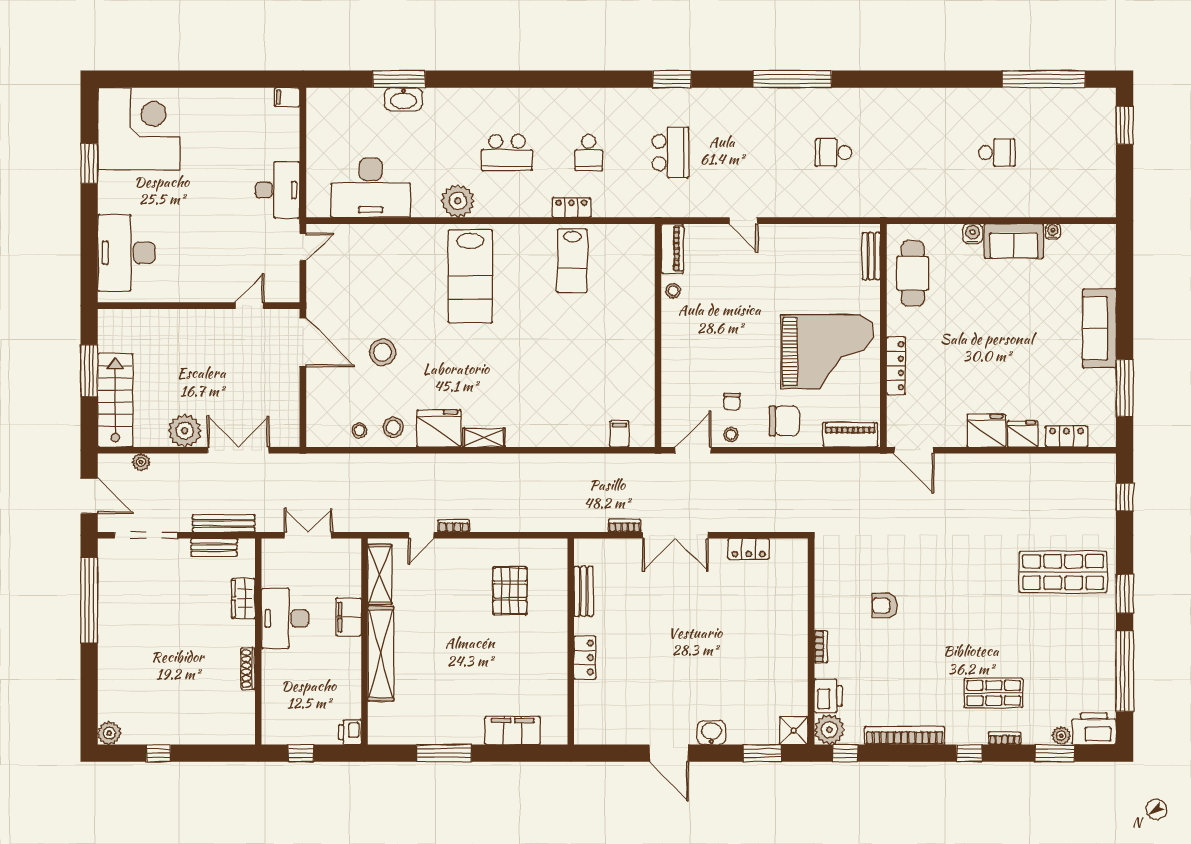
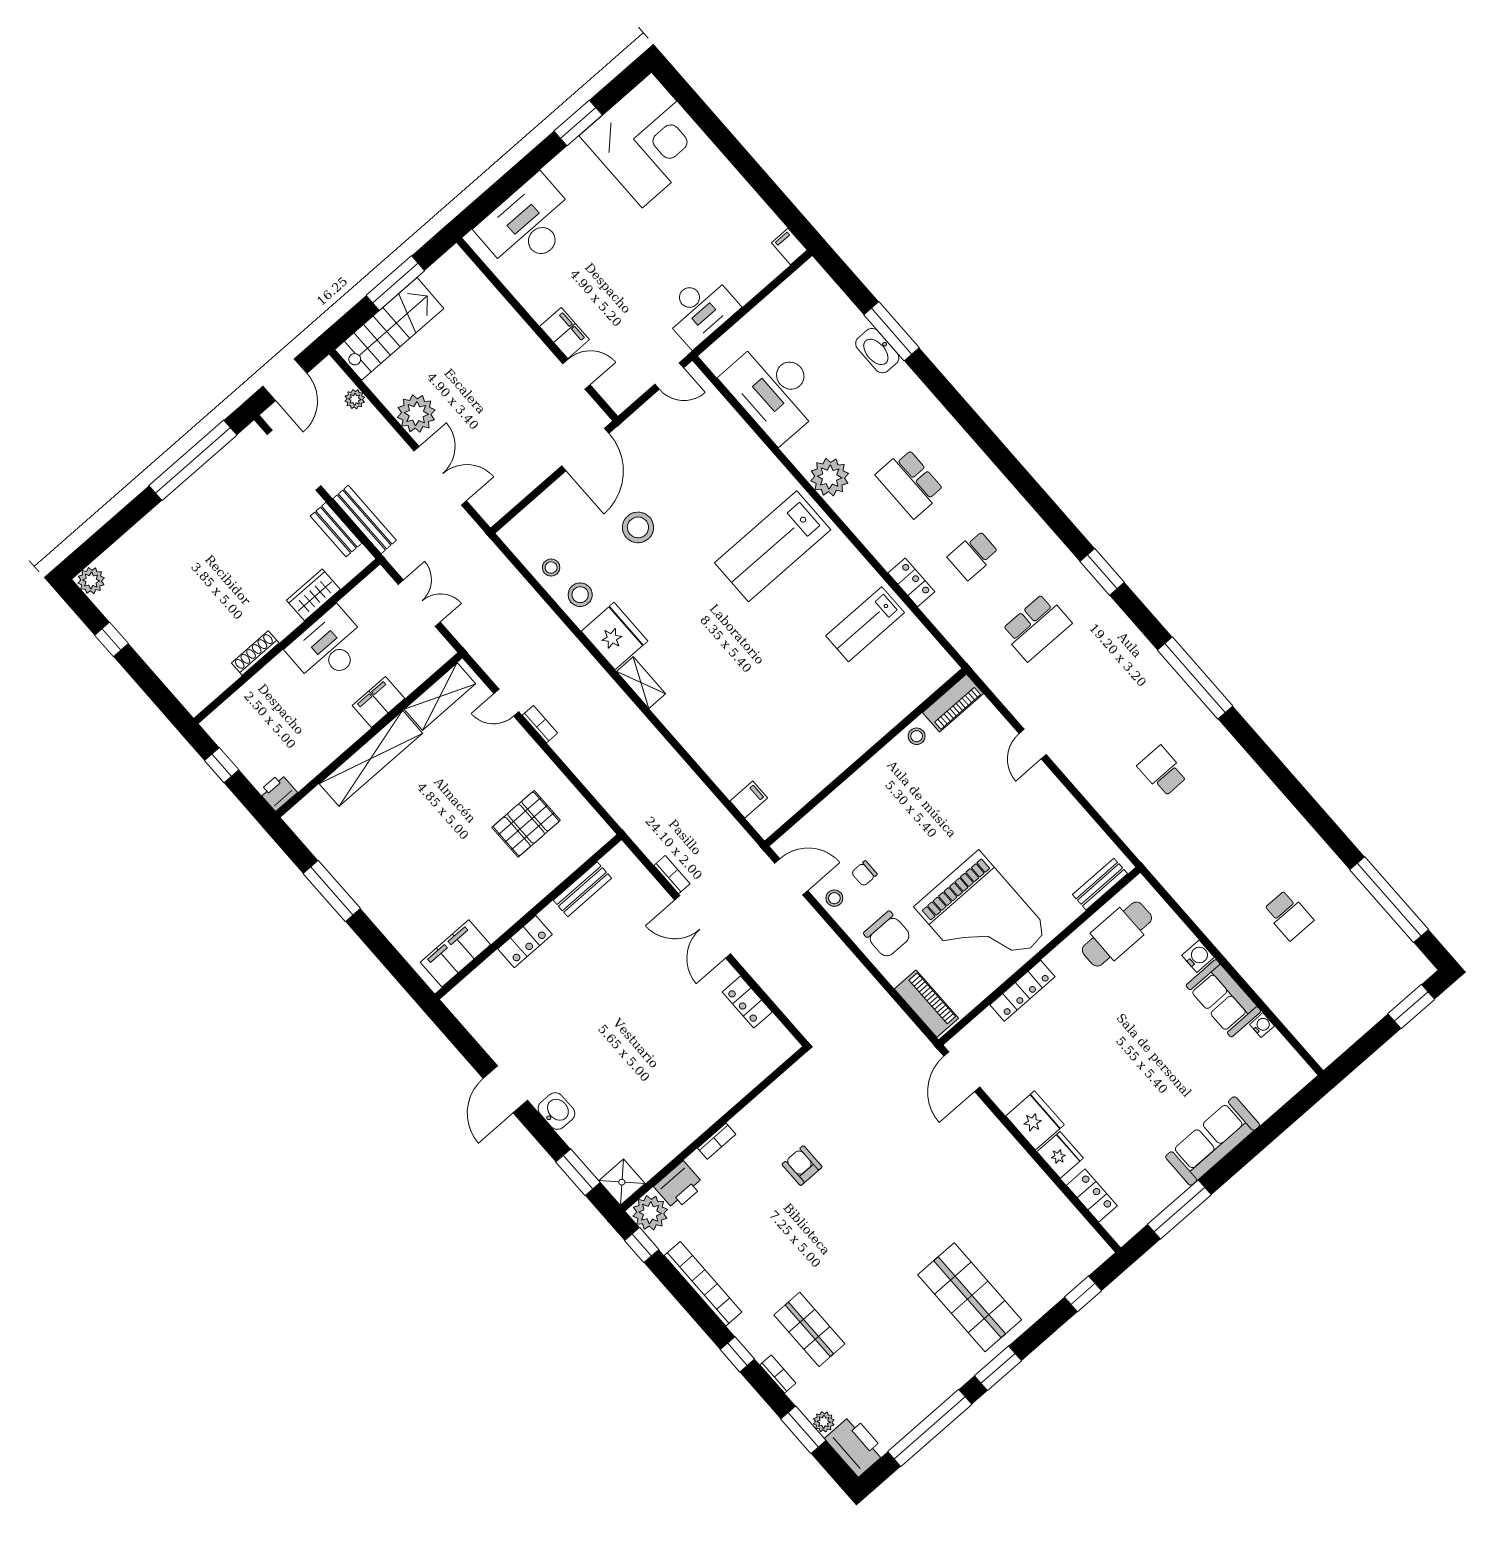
filing cabinet: (216, 290) -> (564, 333), added
filing cabinet: (513, 730) -> (455, 953), moved, turned -90

